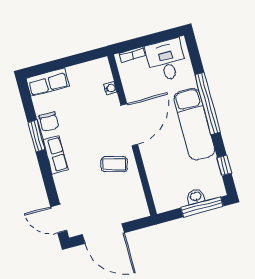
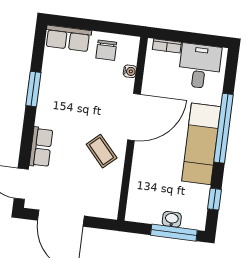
chair: (49, 122) -> (106, 50), moved
row of seats: (55, 155) -> (41, 147), moved
coffee table: (114, 164) -> (102, 151), turned 32

